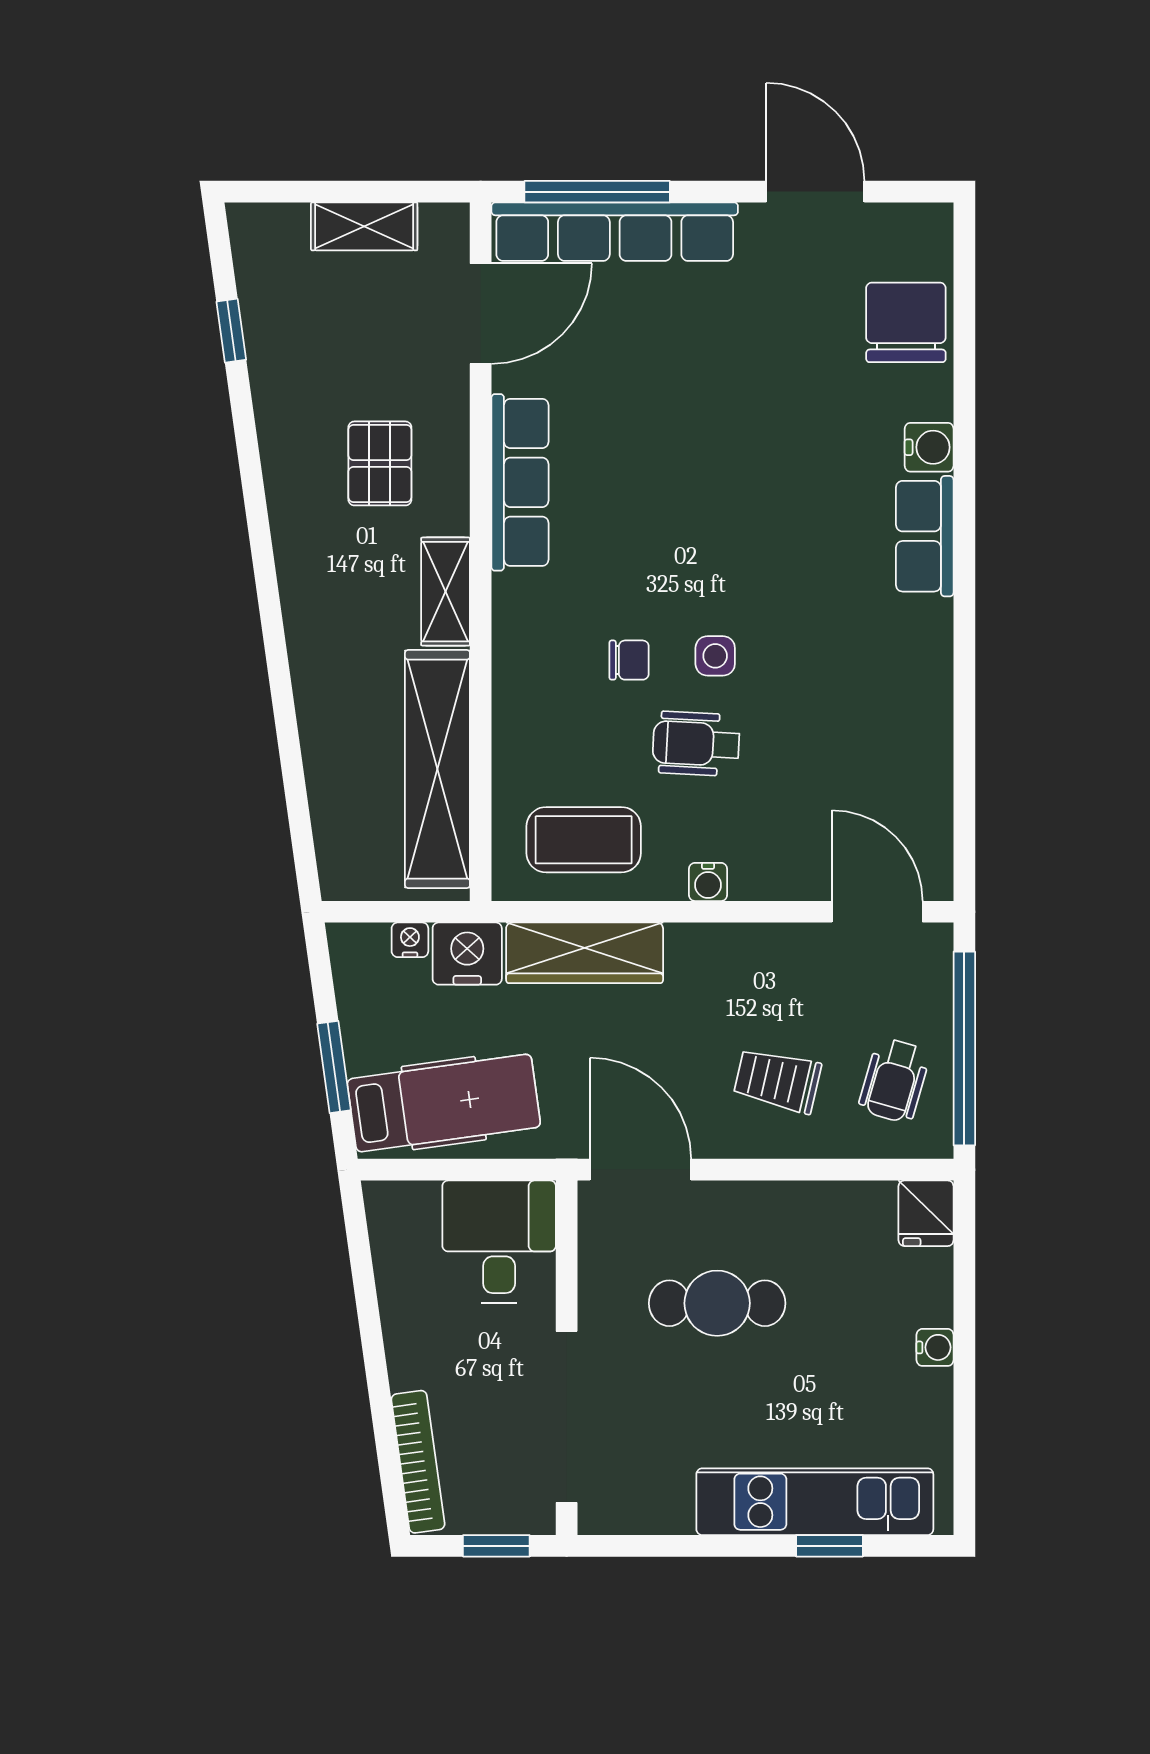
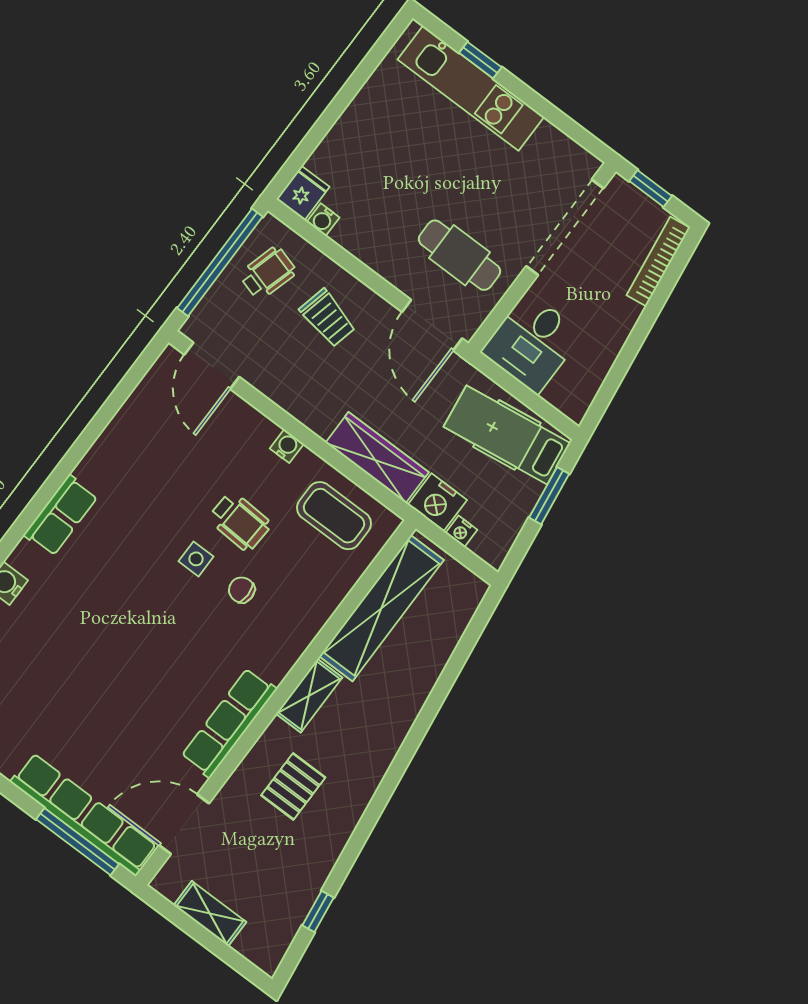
row of seats: (925, 536) -> (61, 515), moved
cafe table: (717, 1303) -> (459, 255), moved
water cooler: (935, 1347) -> (323, 220), moved, turned -90

